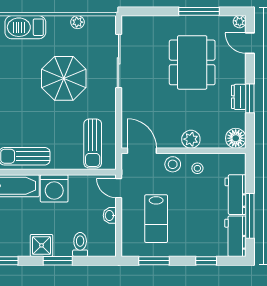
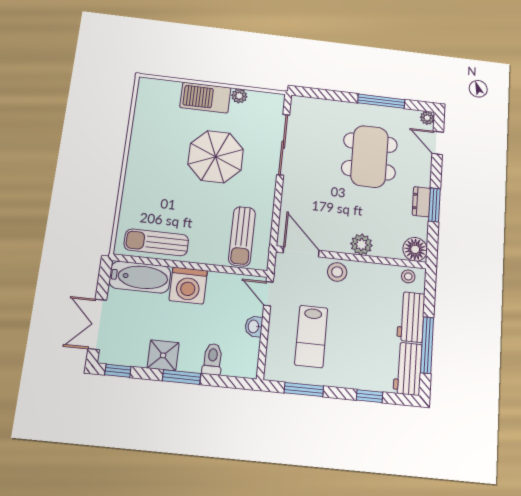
barbecue: (25, 27) -> (205, 98), moved
stool: (197, 168) -> (408, 276), moved

